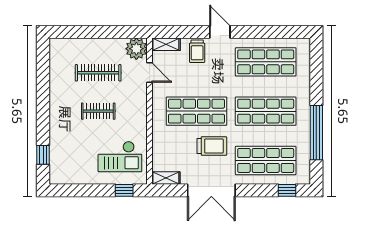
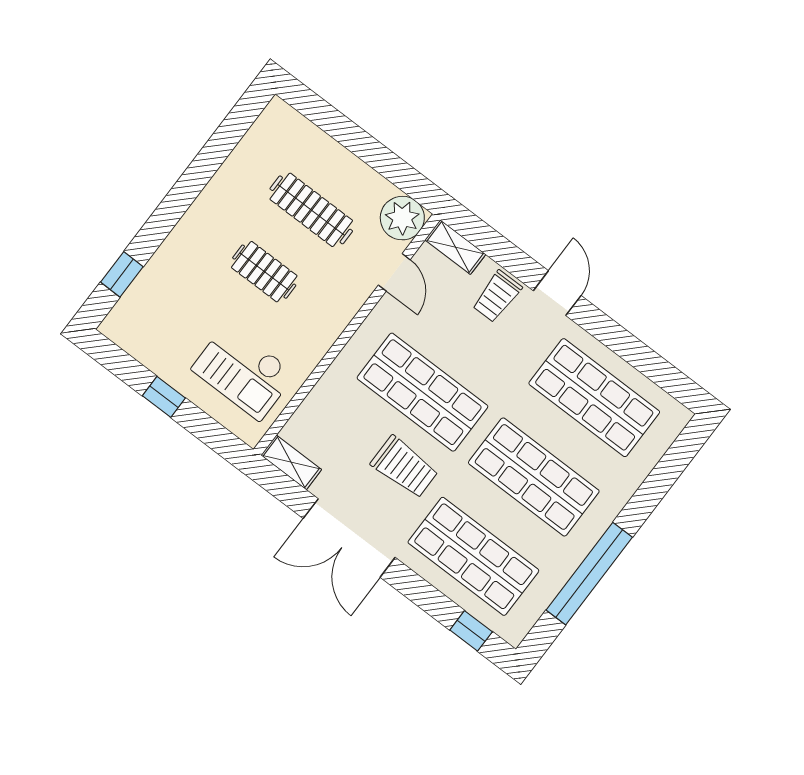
window: (124, 190) -> (164, 397), moved

